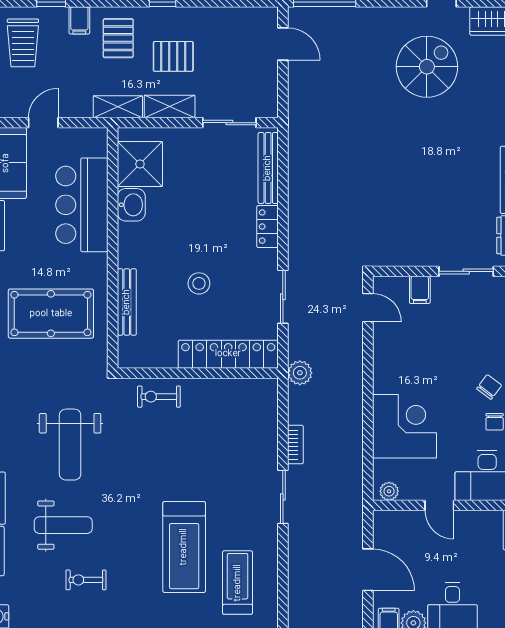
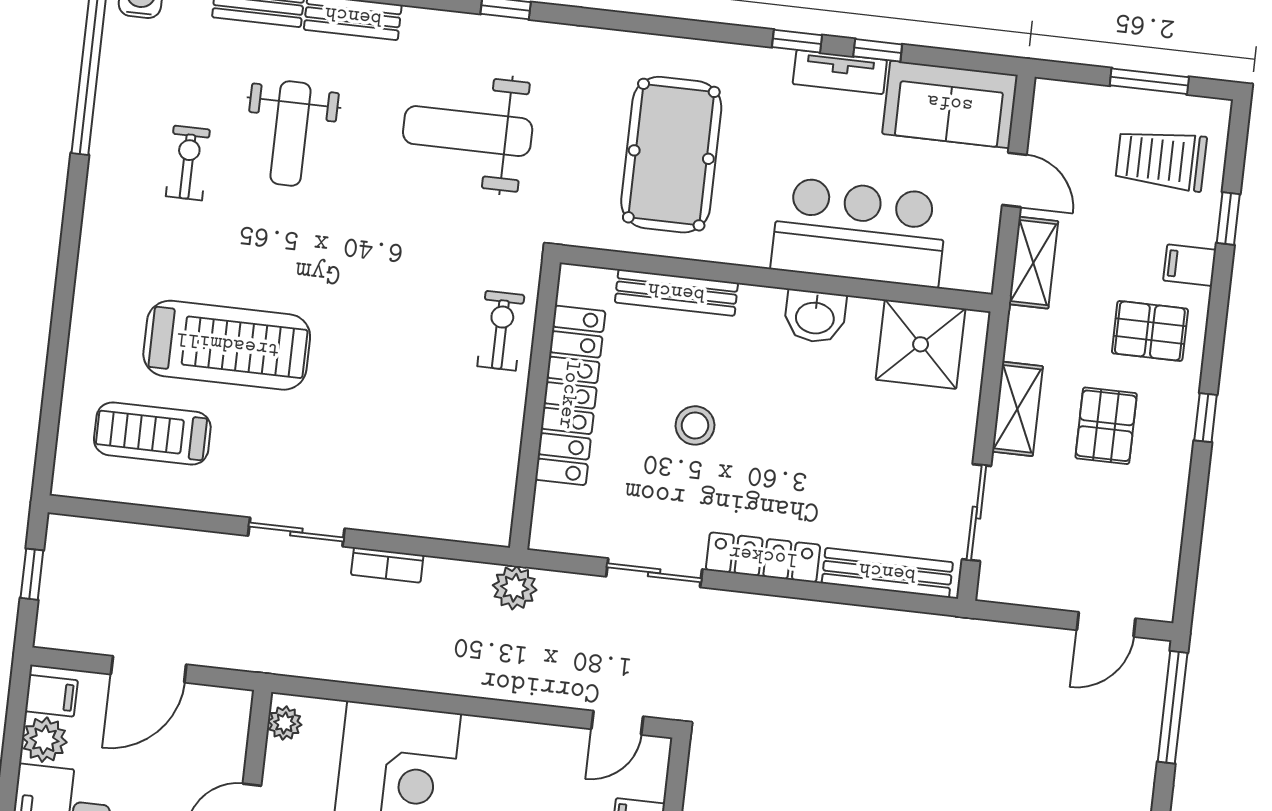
shelving: (118, 107) -> (1033, 263), moved
washbasin: (131, 205) -> (815, 317), moved
locker: (268, 227) -> (763, 557), width x1.53
locker: (228, 354) -> (570, 395), moved
weight bench: (70, 445) -> (468, 131), moved
treadmill: (184, 547) -> (227, 345), turned 180
treadmill: (238, 583) -> (152, 433), turned 180

